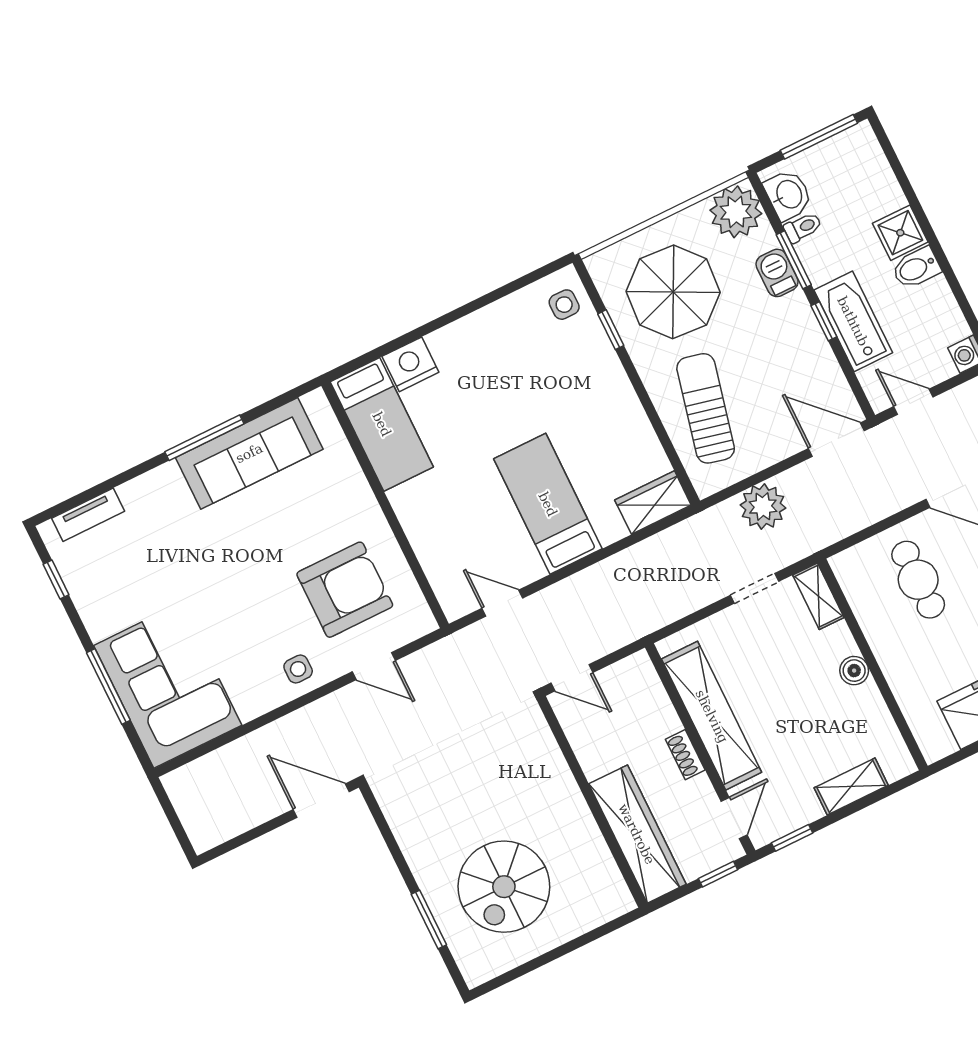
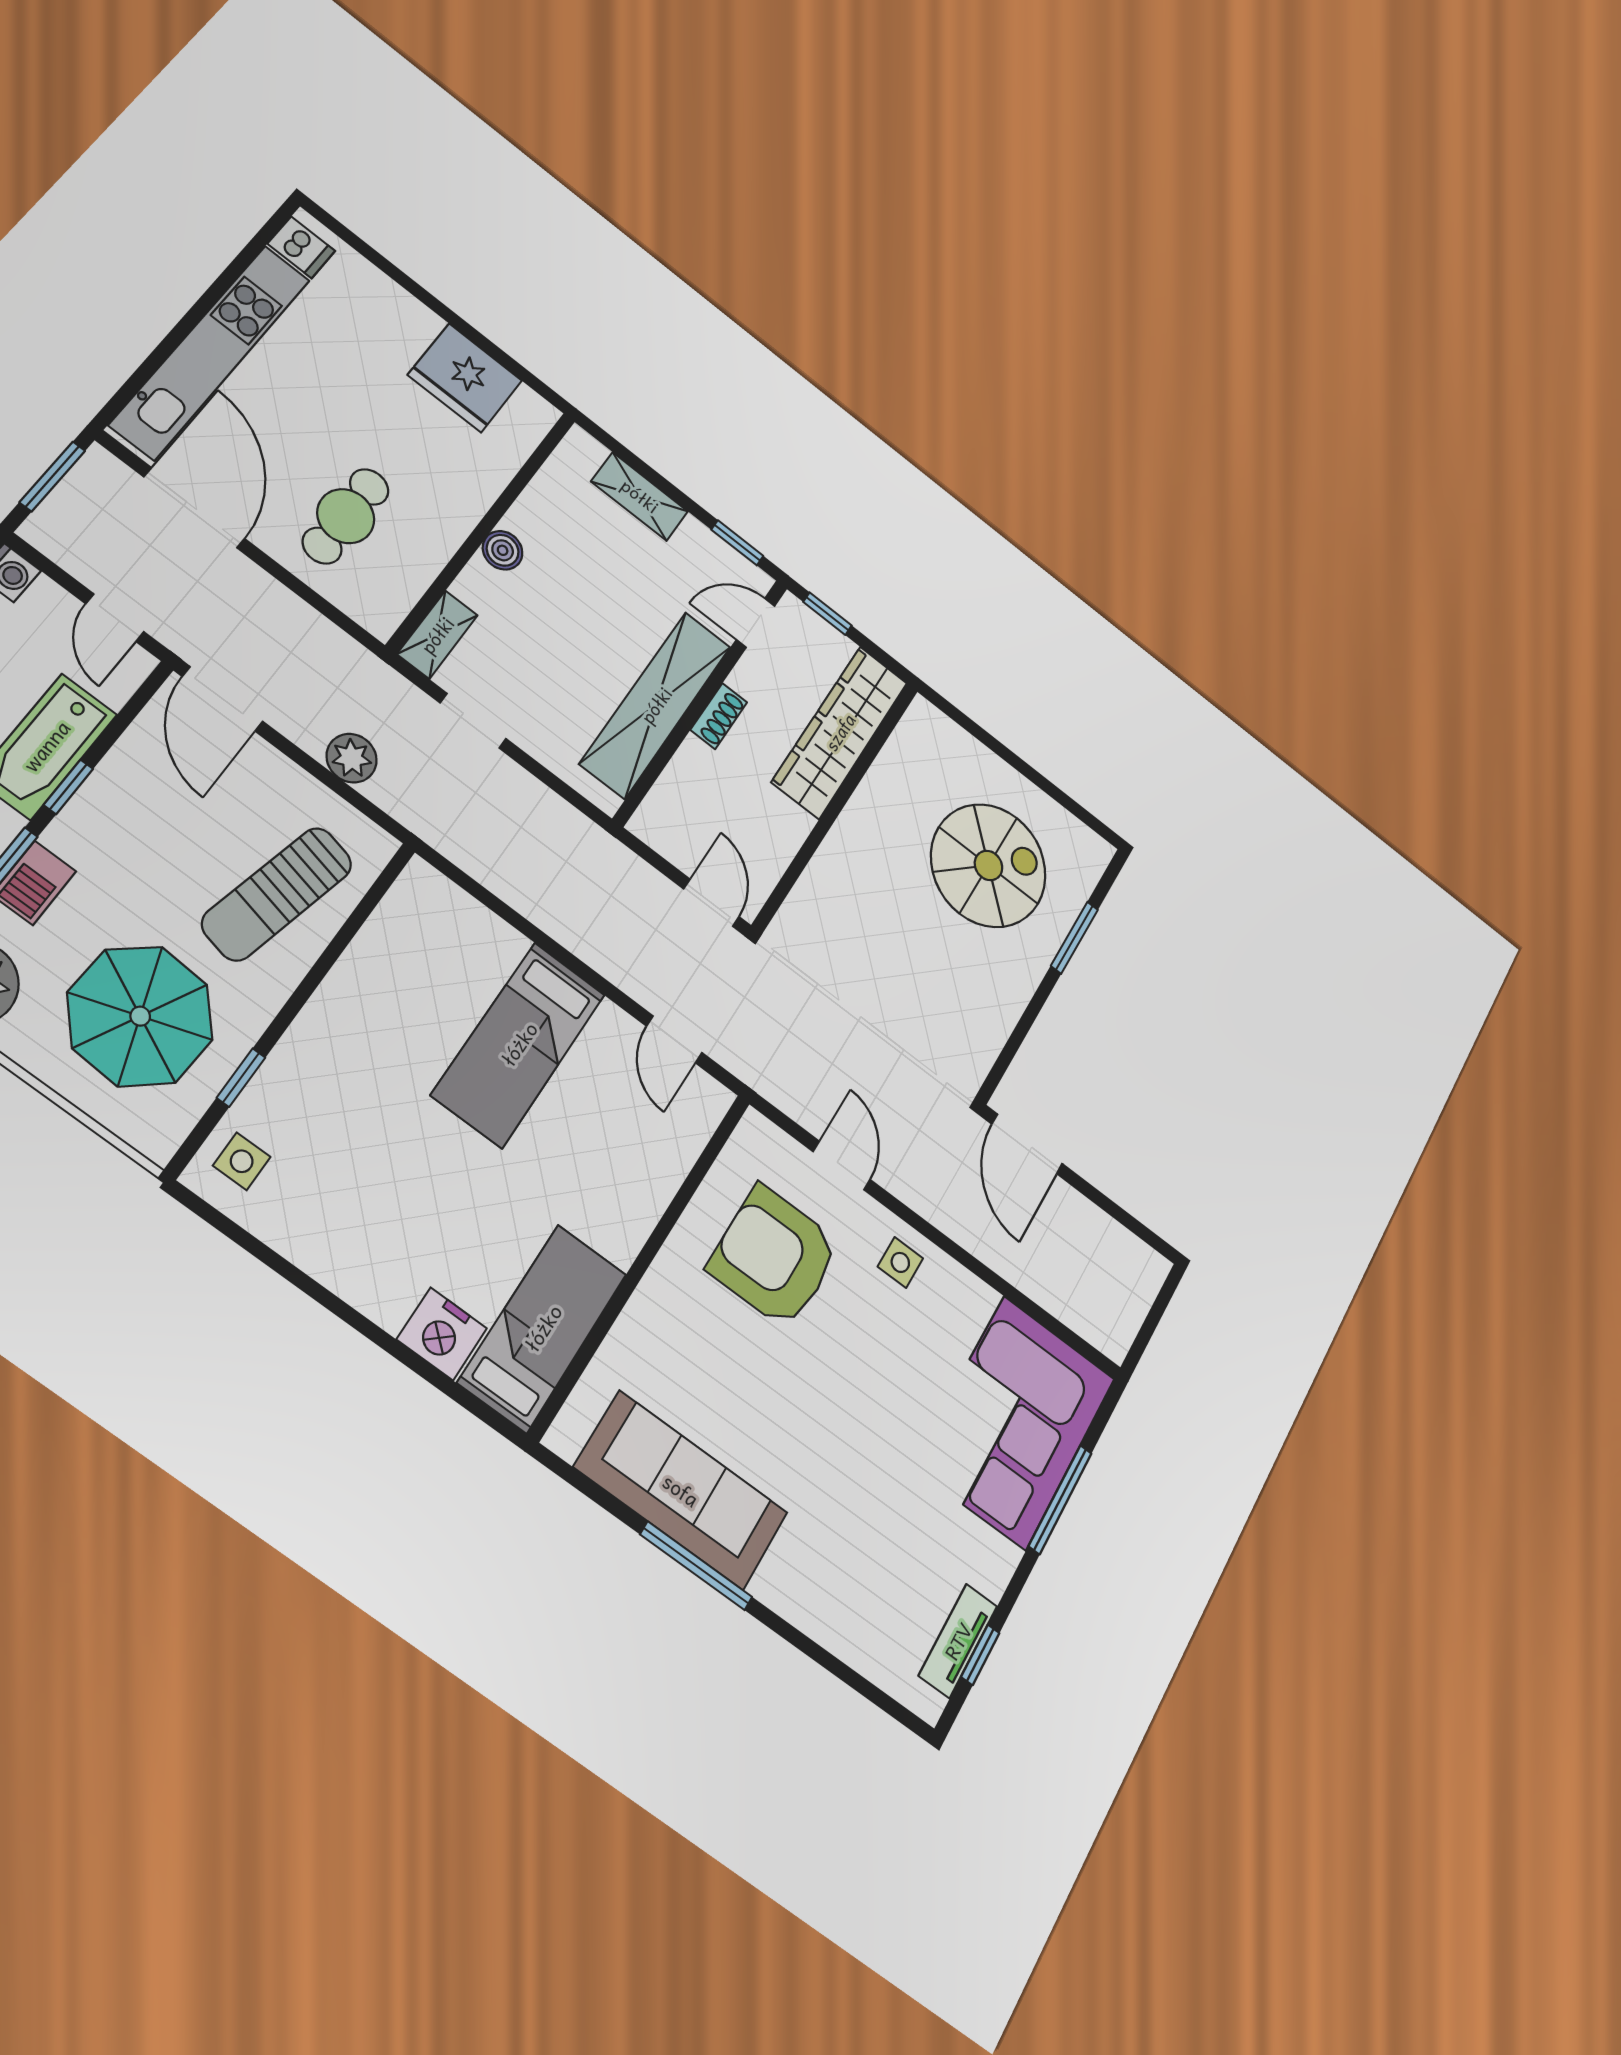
wardrobe: (653, 503) -> (440, 905), removed
plant: (763, 507) -> (352, 758), width x0.73, depth x0.73
tv unit: (88, 515) -> (958, 1641), moved, turned -90

